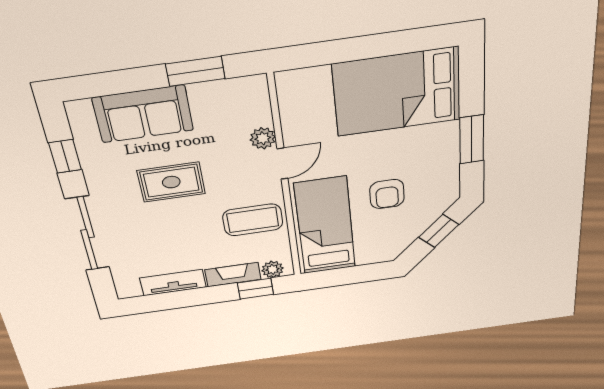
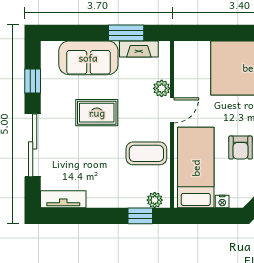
nightstand: (366, 258) -> (222, 202), added
fireplace: (233, 275) -> (139, 49), moved, turned 180
tv unit: (173, 283) -> (63, 199), moved

